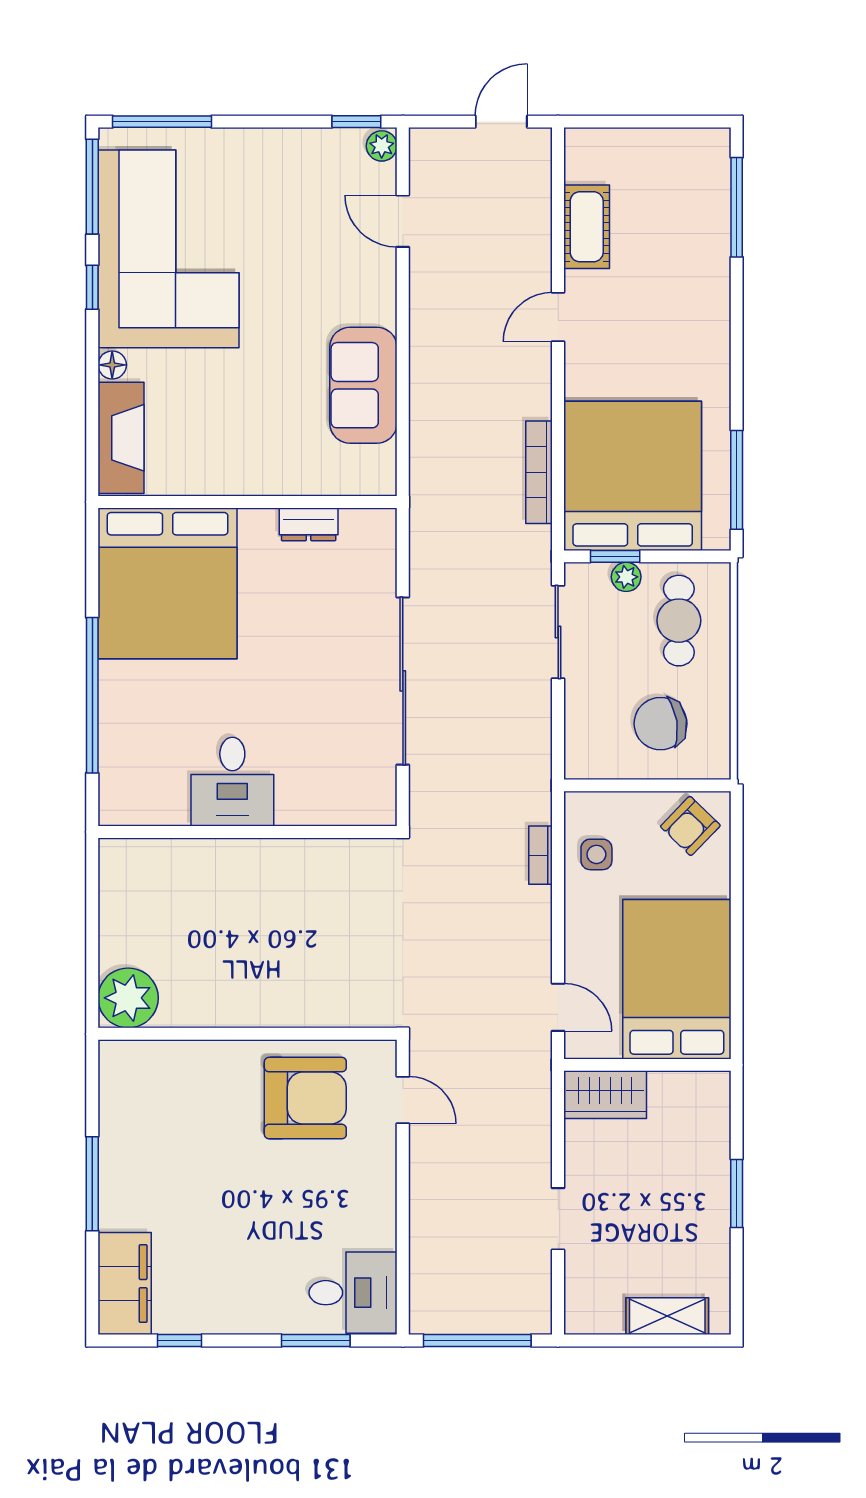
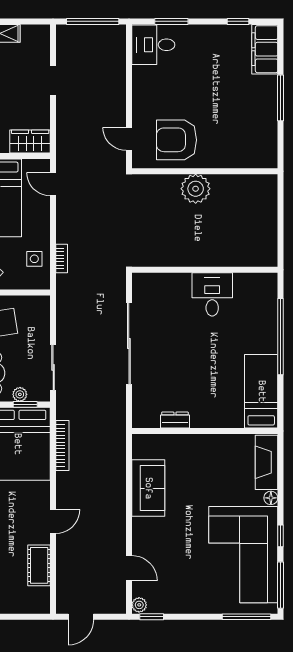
bed: (168, 583) -> (261, 391), width x0.49
plant: (128, 998) -> (196, 189), moved

